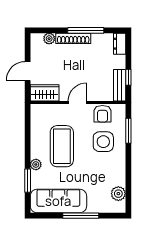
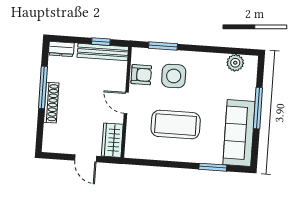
plant: (49, 39) -> (50, 131), removed
bench: (120, 85) -> (103, 52), width x1.36
plant: (36, 165) -> (195, 156), removed

